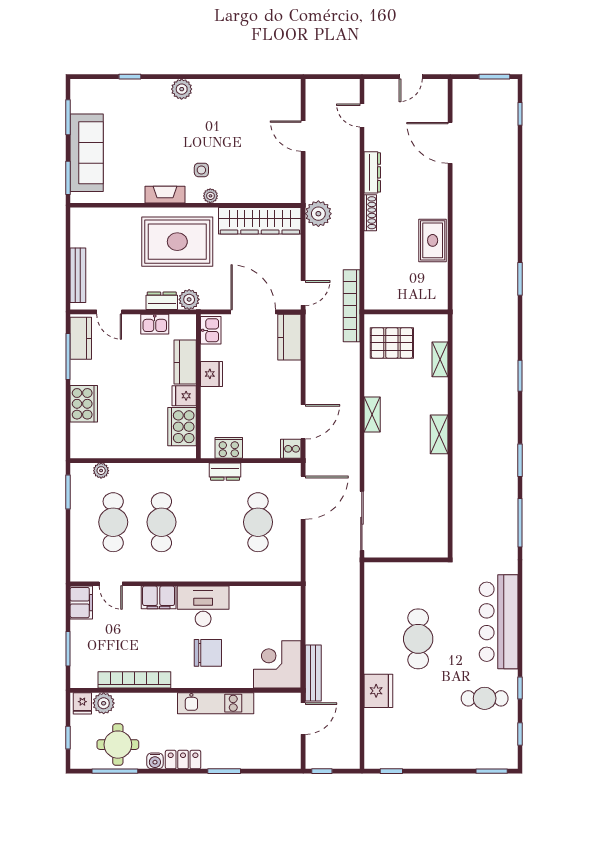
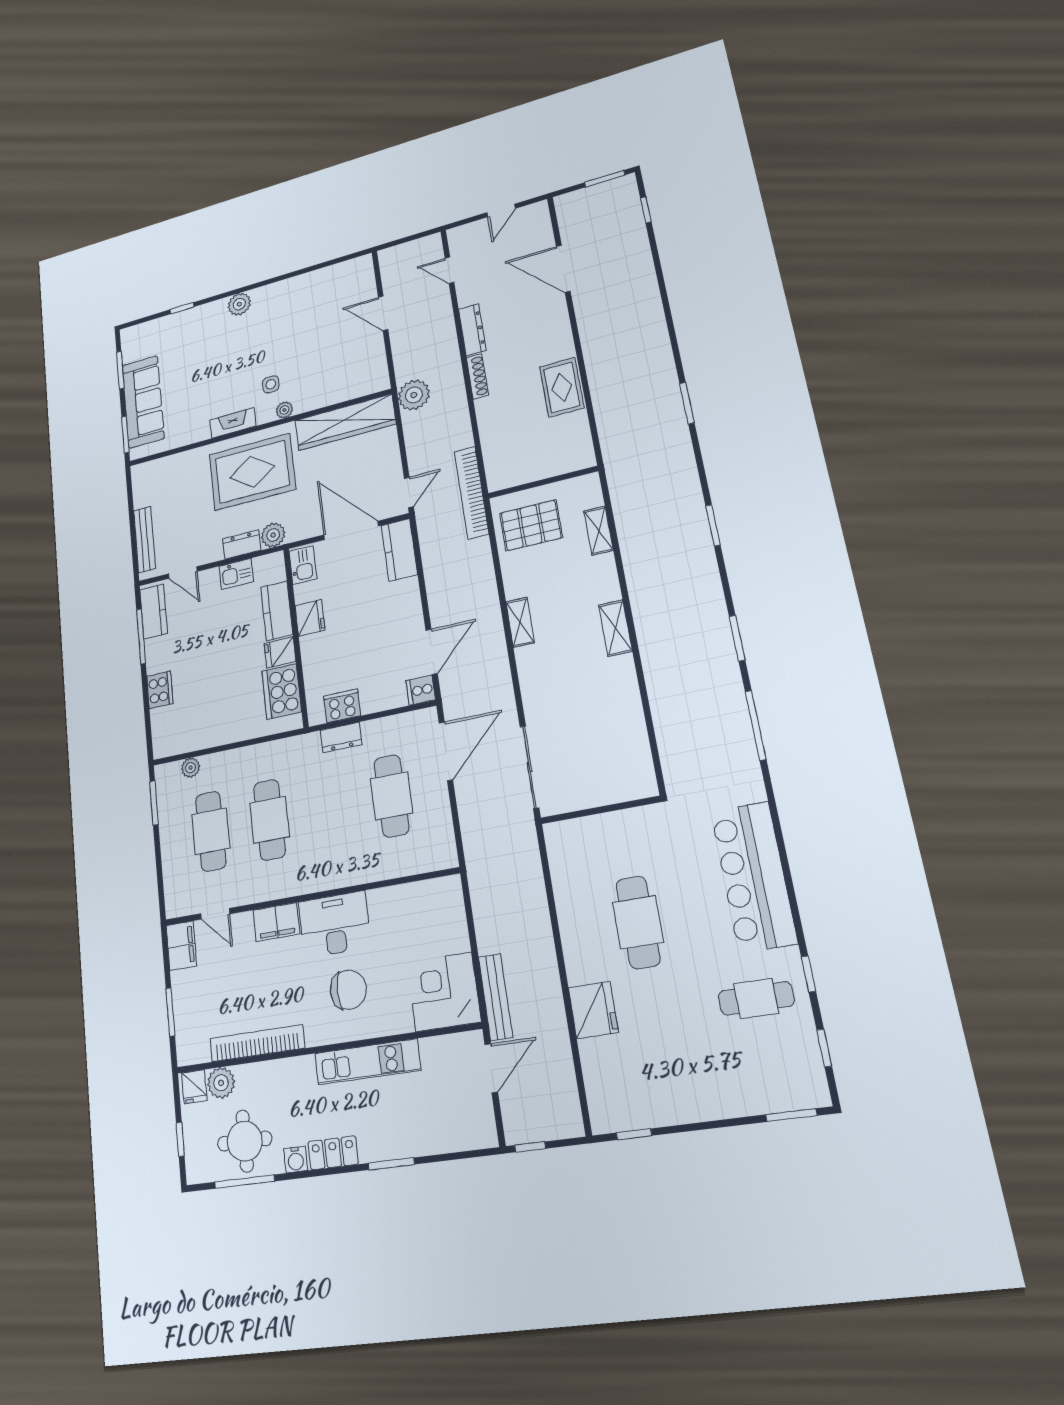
cooker: (84, 404) -> (160, 690), width x0.73, depth x0.76

